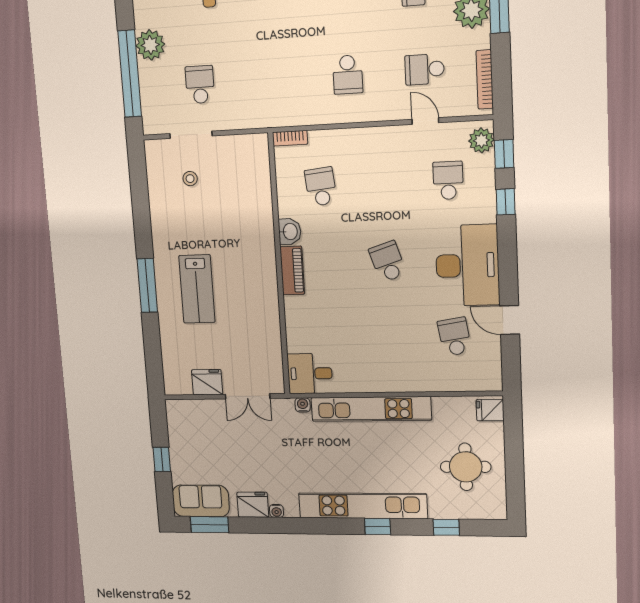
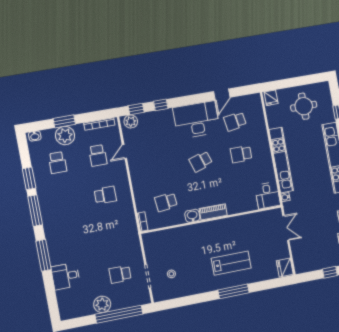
school desk: (448, 180) -> (241, 154), moved
fridge: (207, 382) -> (285, 267), moved

